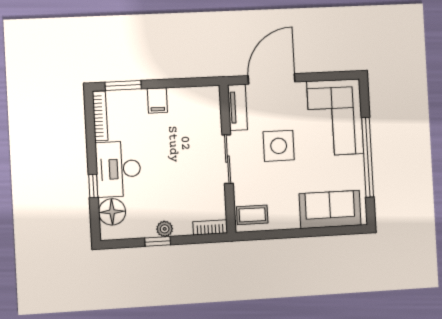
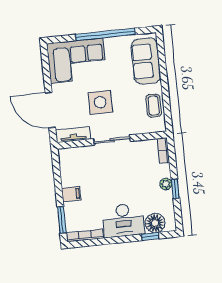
window: (93, 186) -> (150, 236), moved
coffee table: (252, 215) -> (154, 106), moved

